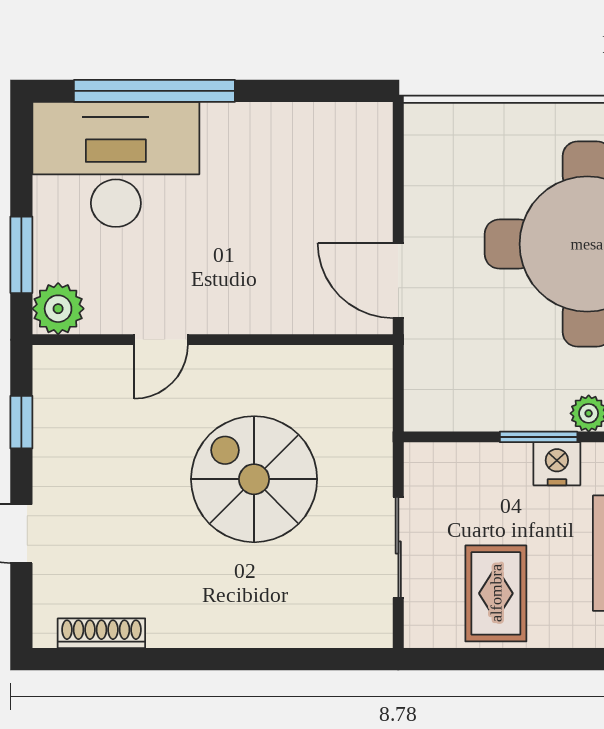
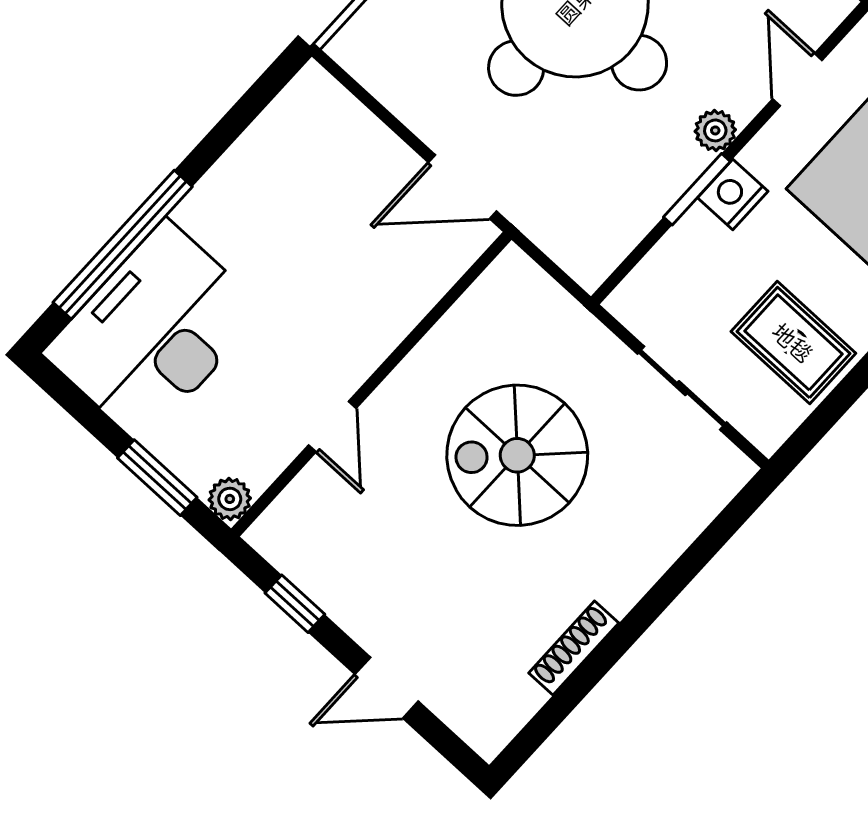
plant: (58, 309) -> (230, 499), width x0.73, depth x0.73
shoe rack: (101, 633) -> (574, 648), moved

